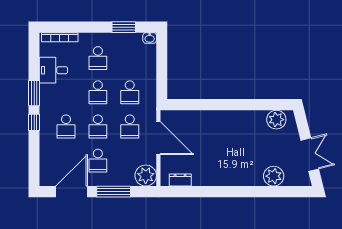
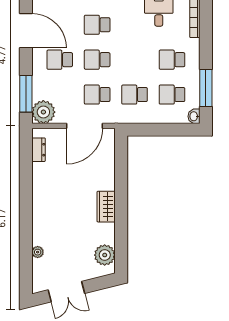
window: (124, 27) -> (206, 88), width x1.44
school desk: (98, 92) -> (172, 95), moved
wardrobe: (232, 118) -> (106, 207), added
plant: (274, 176) -> (38, 252), width x0.53, depth x0.53
window: (114, 192) -> (26, 94), moved

